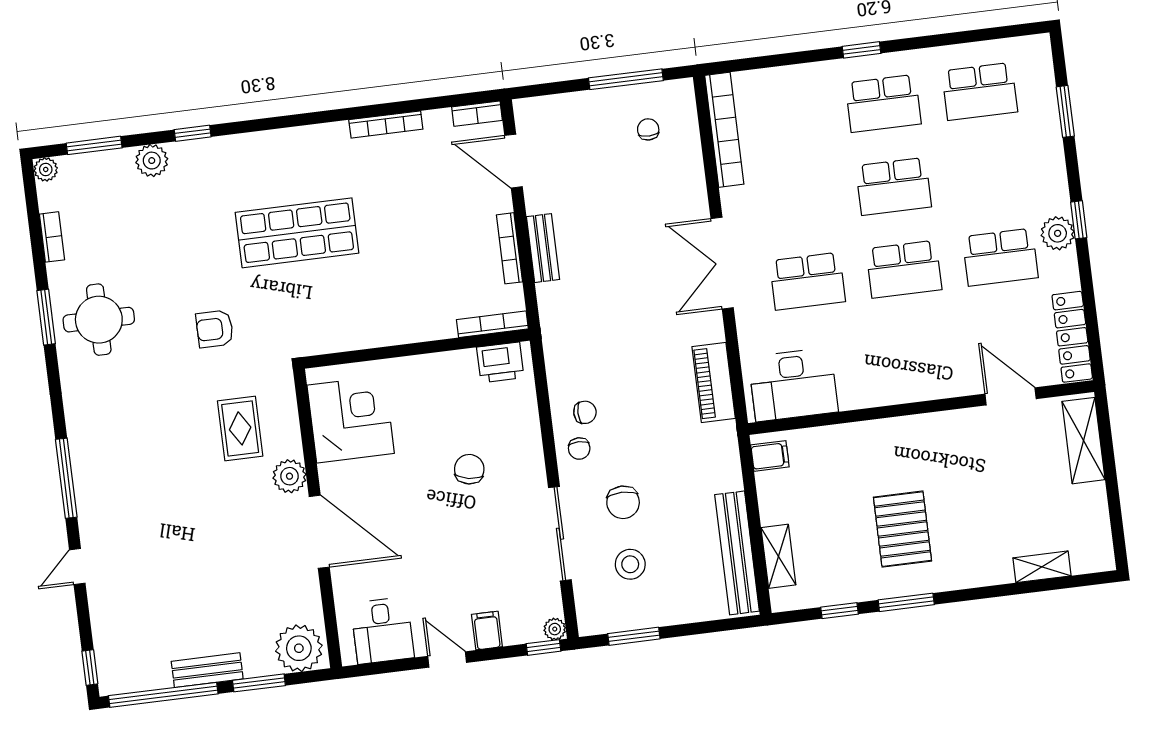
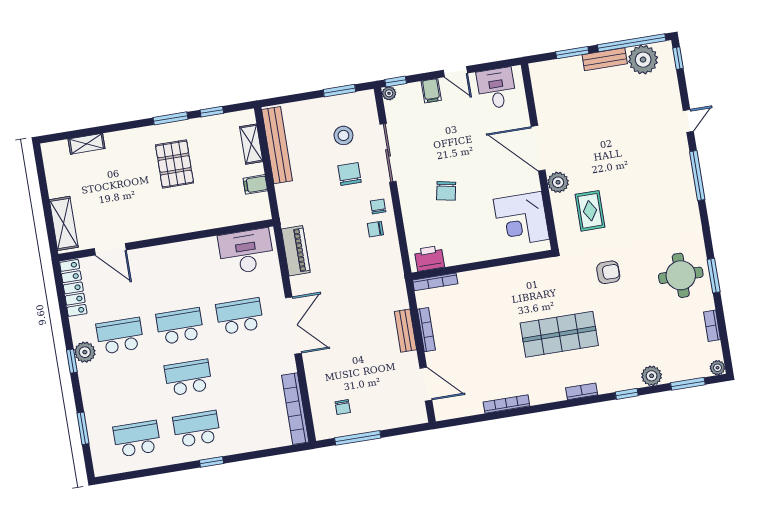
bookcase: (477, 114) -> (582, 391), moved
filing cabinet: (770, 456) -> (255, 184), moved
plant: (299, 648) -> (643, 60), moved

